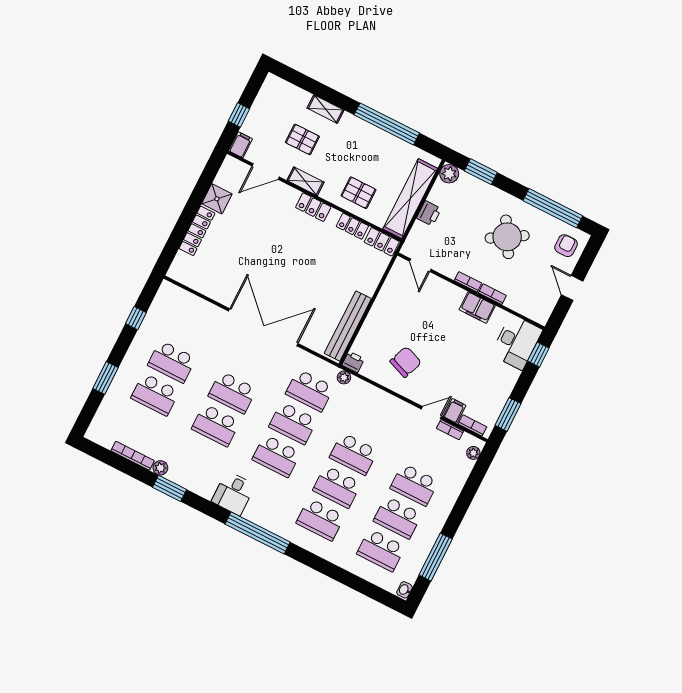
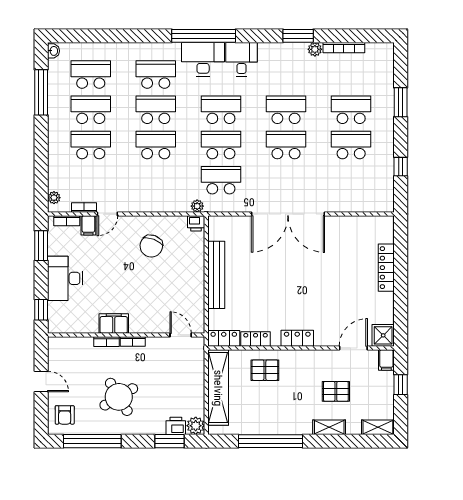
shelving: (305, 181) -> (378, 427), moved
shower: (217, 199) -> (383, 335), moved
printer: (429, 213) -> (176, 426), moved, turned 90
bench: (348, 326) -> (216, 275), moved
desk: (517, 342) -> (65, 278), moved
desk: (269, 511) -> (203, 59), added

